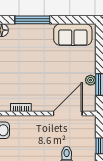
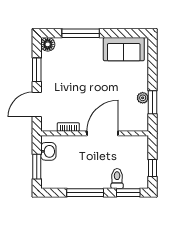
door: (68, 113) -> (103, 133), moved

